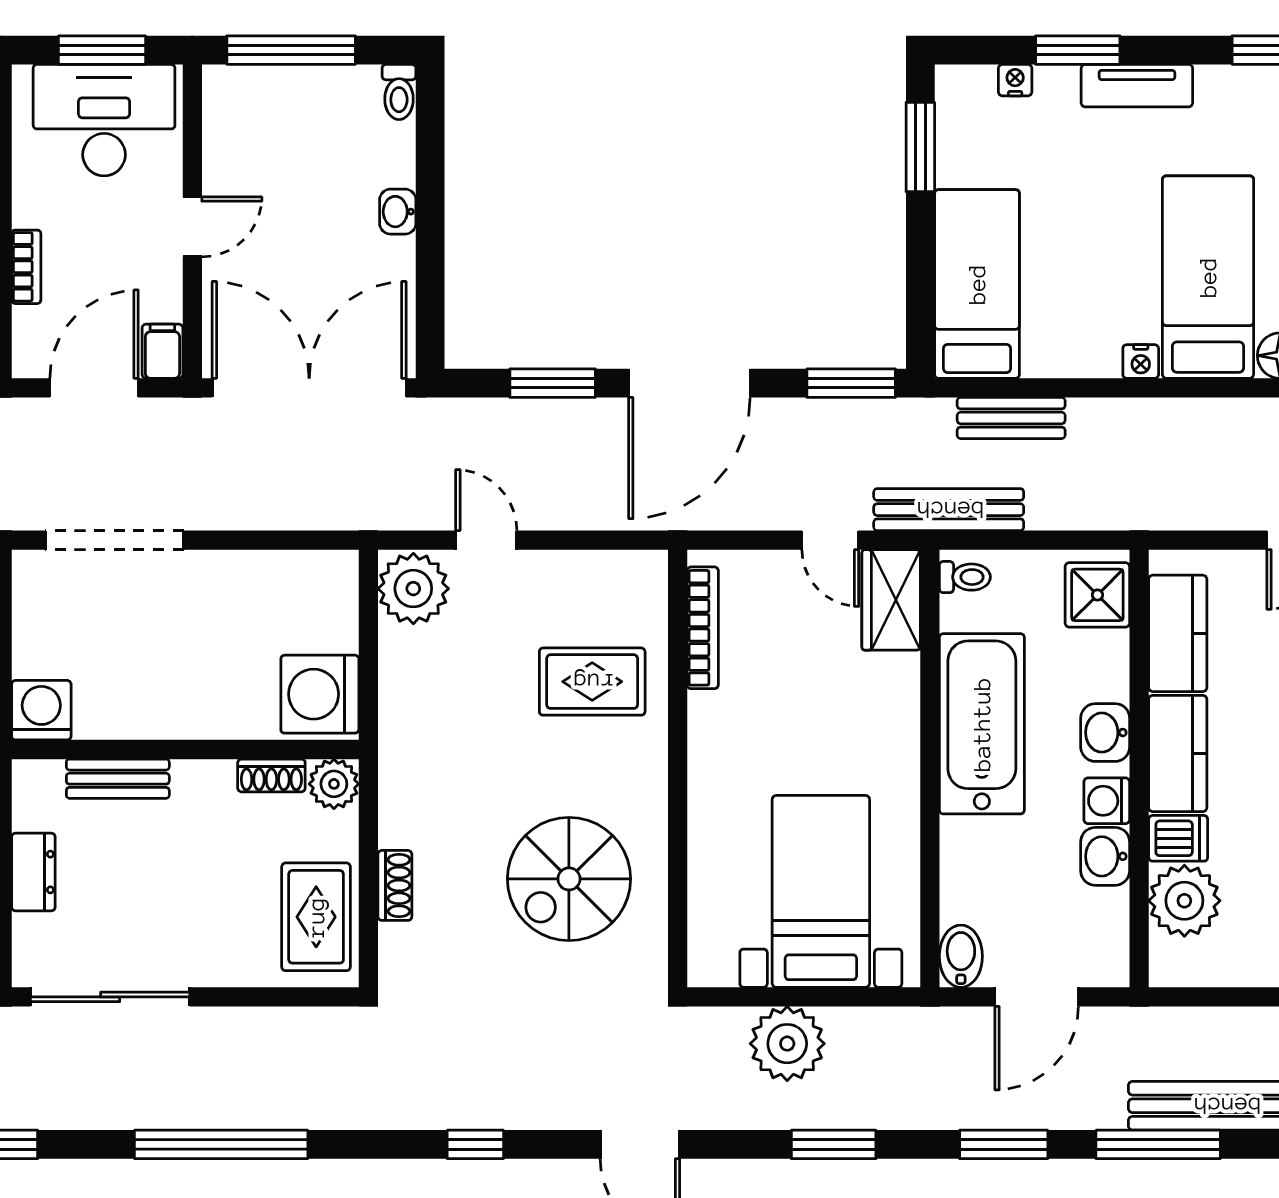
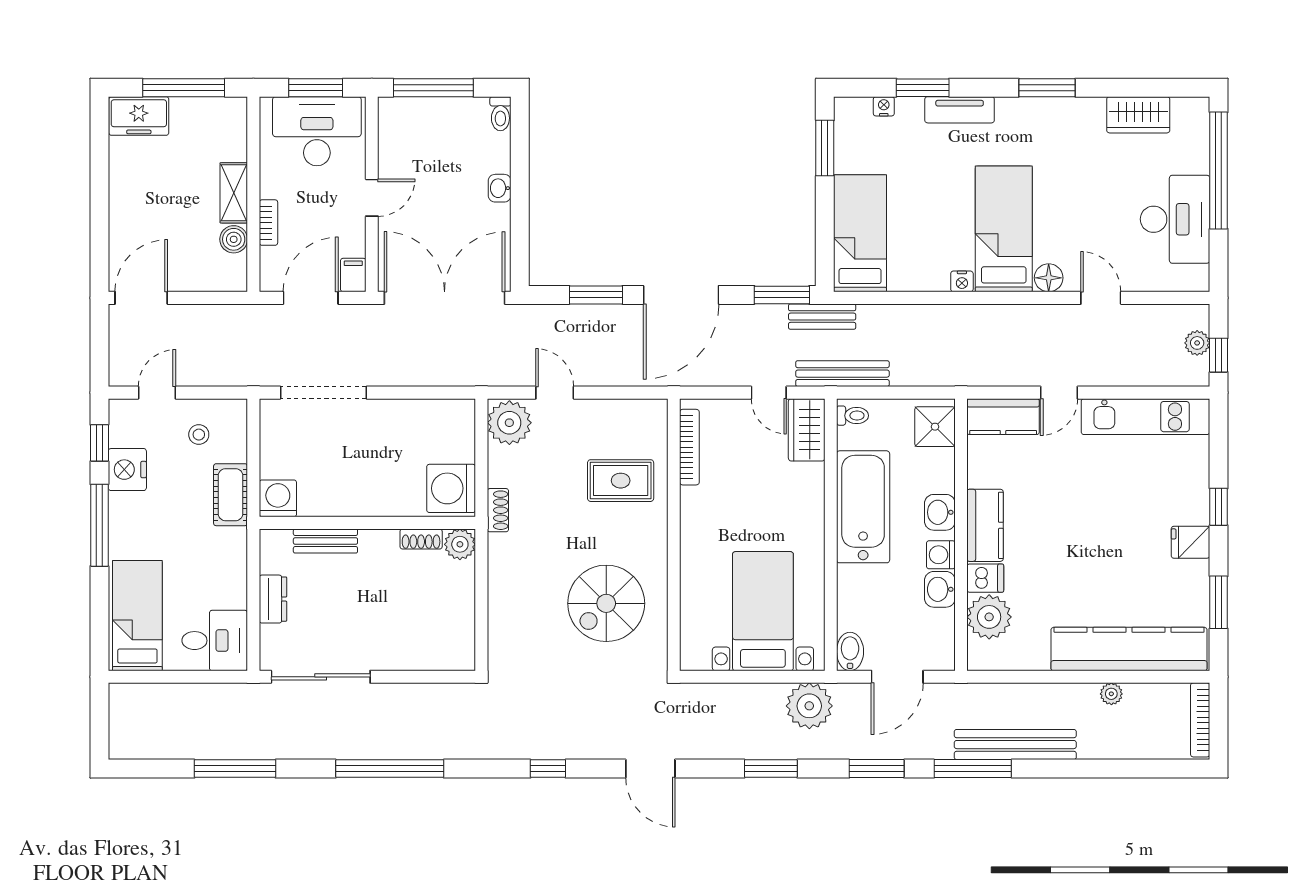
bench: (1011, 418) -> (822, 317), moved
kitchen counter: (1178, 633) -> (1003, 417), moved, turned 90
shoe rack: (395, 885) -> (498, 510), moved
rug: (316, 917) -> (449, 627), removed
plant: (787, 1044) -> (809, 706), moved

